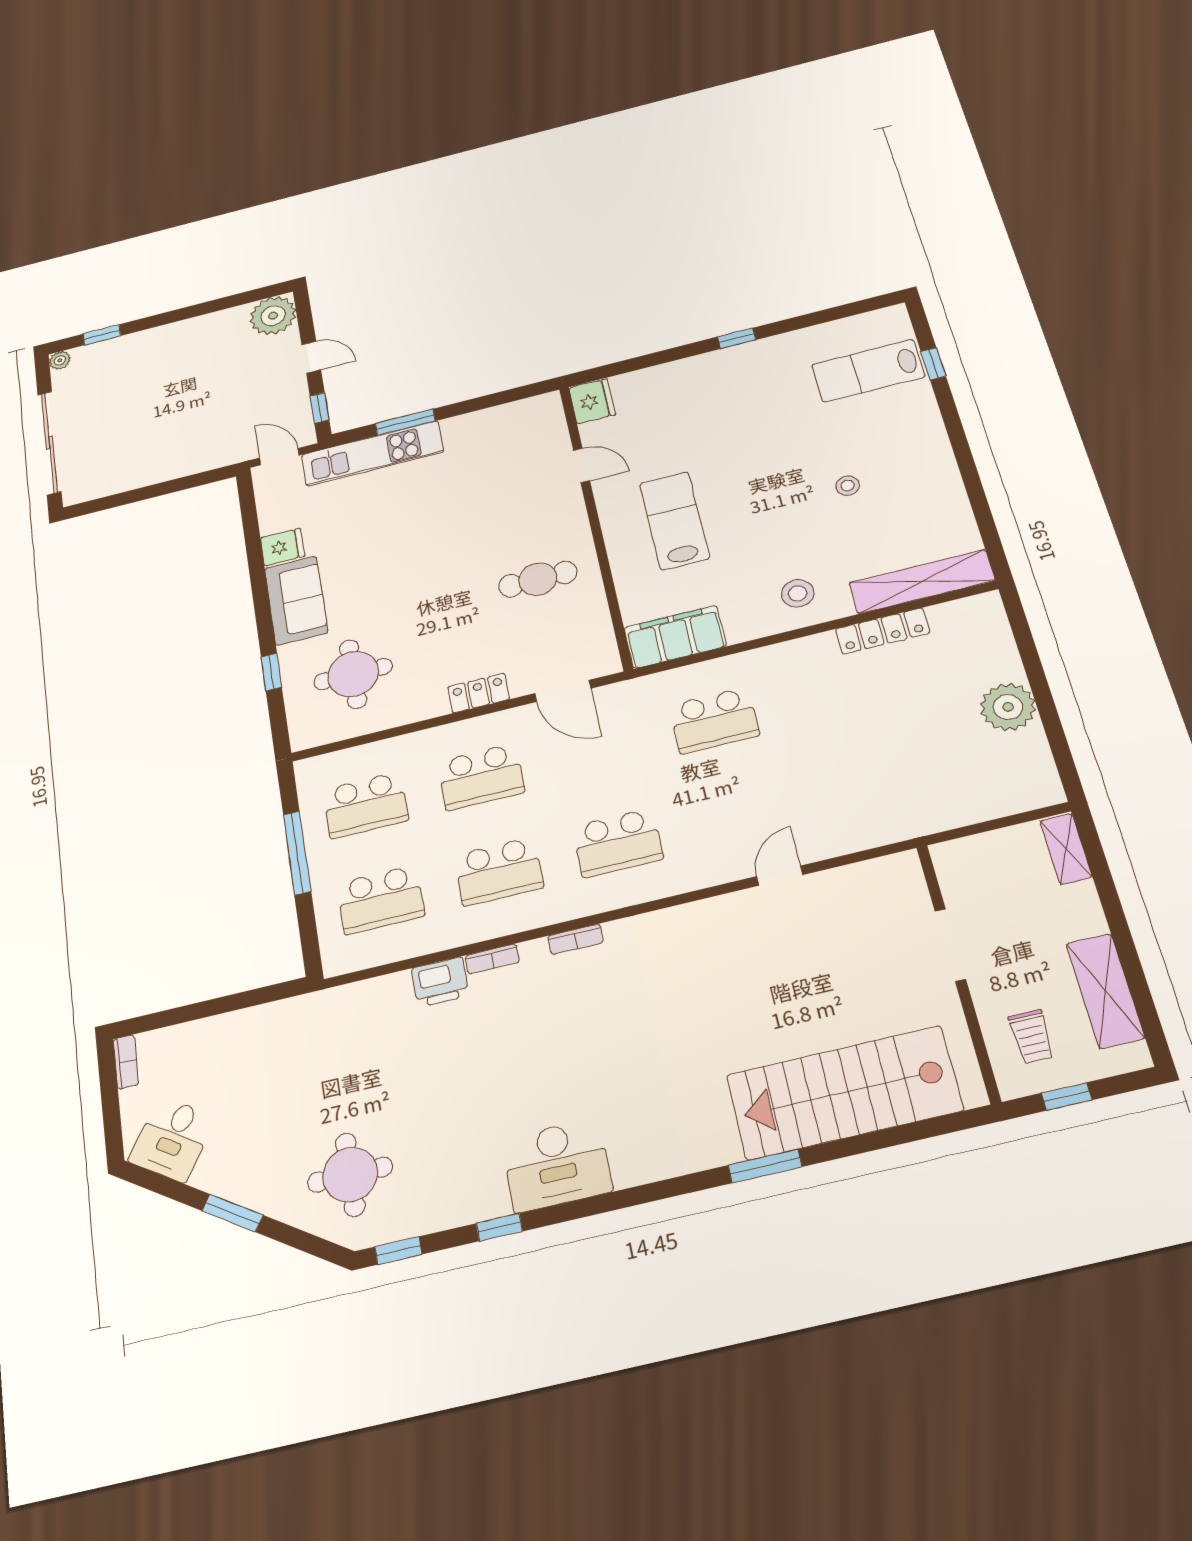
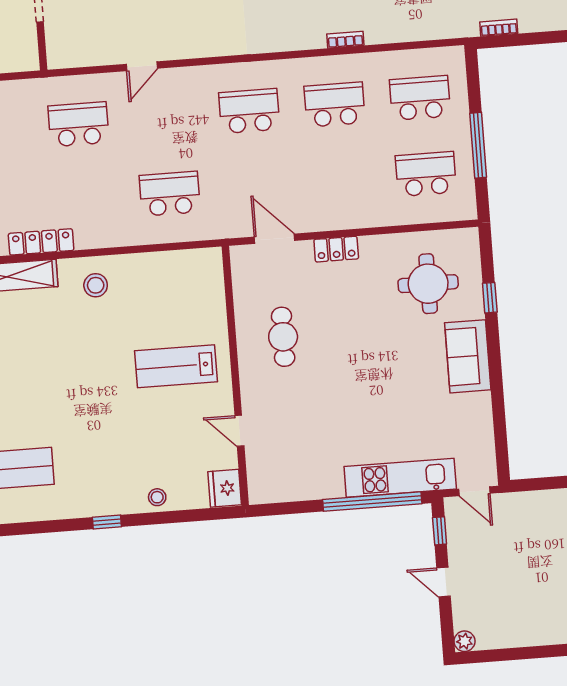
plant: (273, 316) -> (465, 641), width x0.53, depth x0.53
window: (405, 422) -> (372, 502), width x2.11
stool: (847, 486) -> (157, 497), moved
lab bench: (674, 521) -> (176, 366), turned 90
fridge: (282, 547) -> (476, 407), removed
cafe table: (538, 579) -> (283, 337), turned 90
filing cabinet: (675, 637) -> (188, 267), removed
school desk: (481, 777) -> (79, 124), moved
bookcase: (576, 939) -> (499, 28), moved
printer: (440, 982) -> (383, 29), removed

